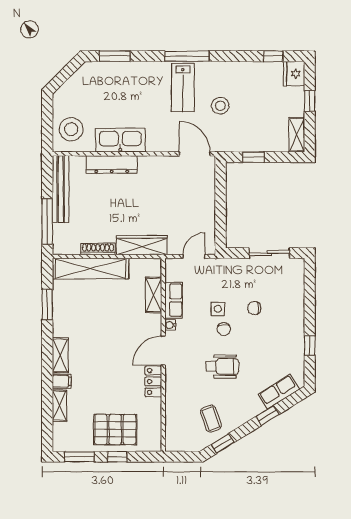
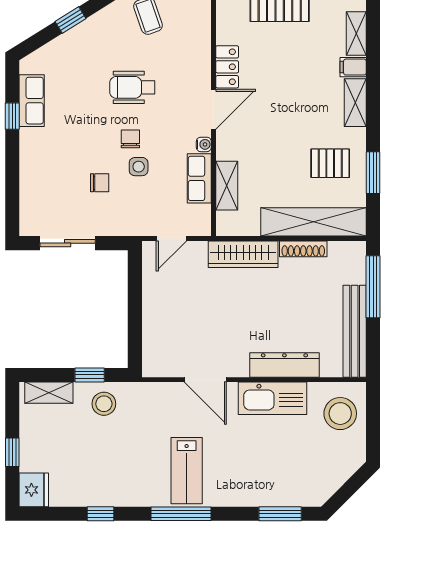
window: (273, 56) -> (100, 514), moved
lab bench: (183, 88) -> (187, 471), turned 180
stool: (220, 106) -> (104, 404), moved
shelving: (297, 135) -> (49, 393), moved, turned 90
door: (195, 154) -> (205, 380), moved
chair: (254, 308) -> (100, 183), moved
pallet: (78, 311) -> (330, 163), added
row of seats: (279, 392) -> (32, 101), moved, turned -58

